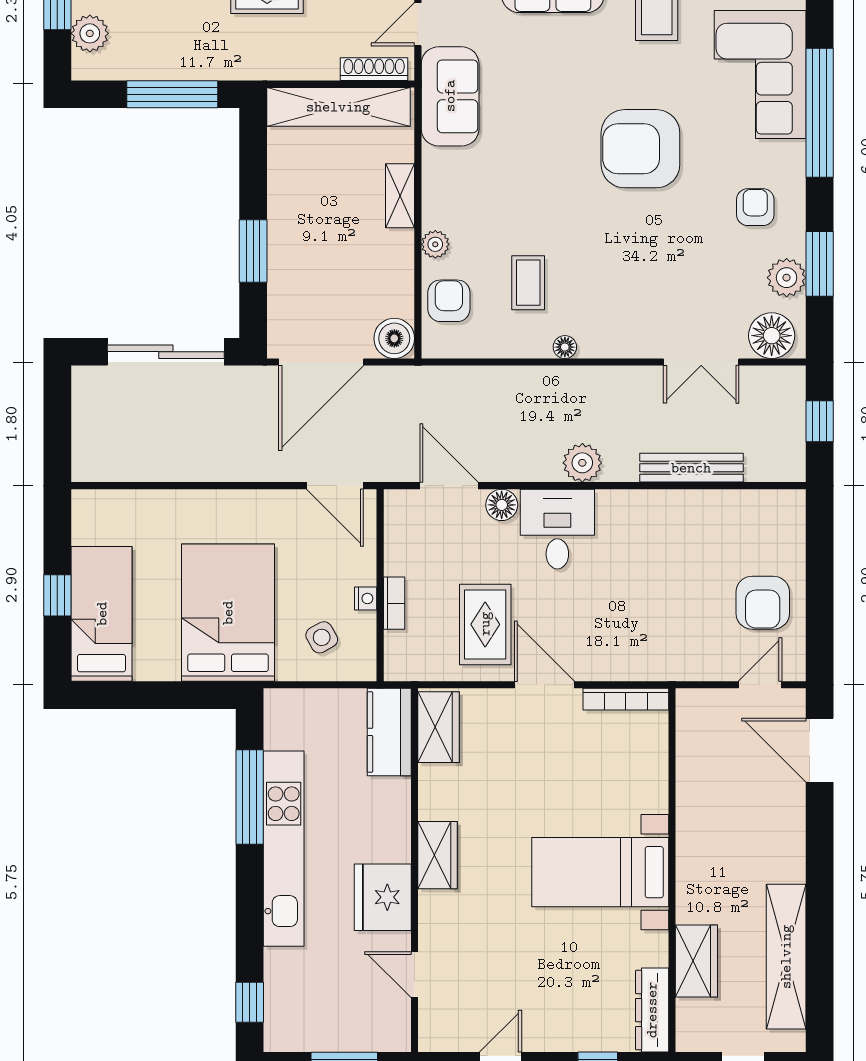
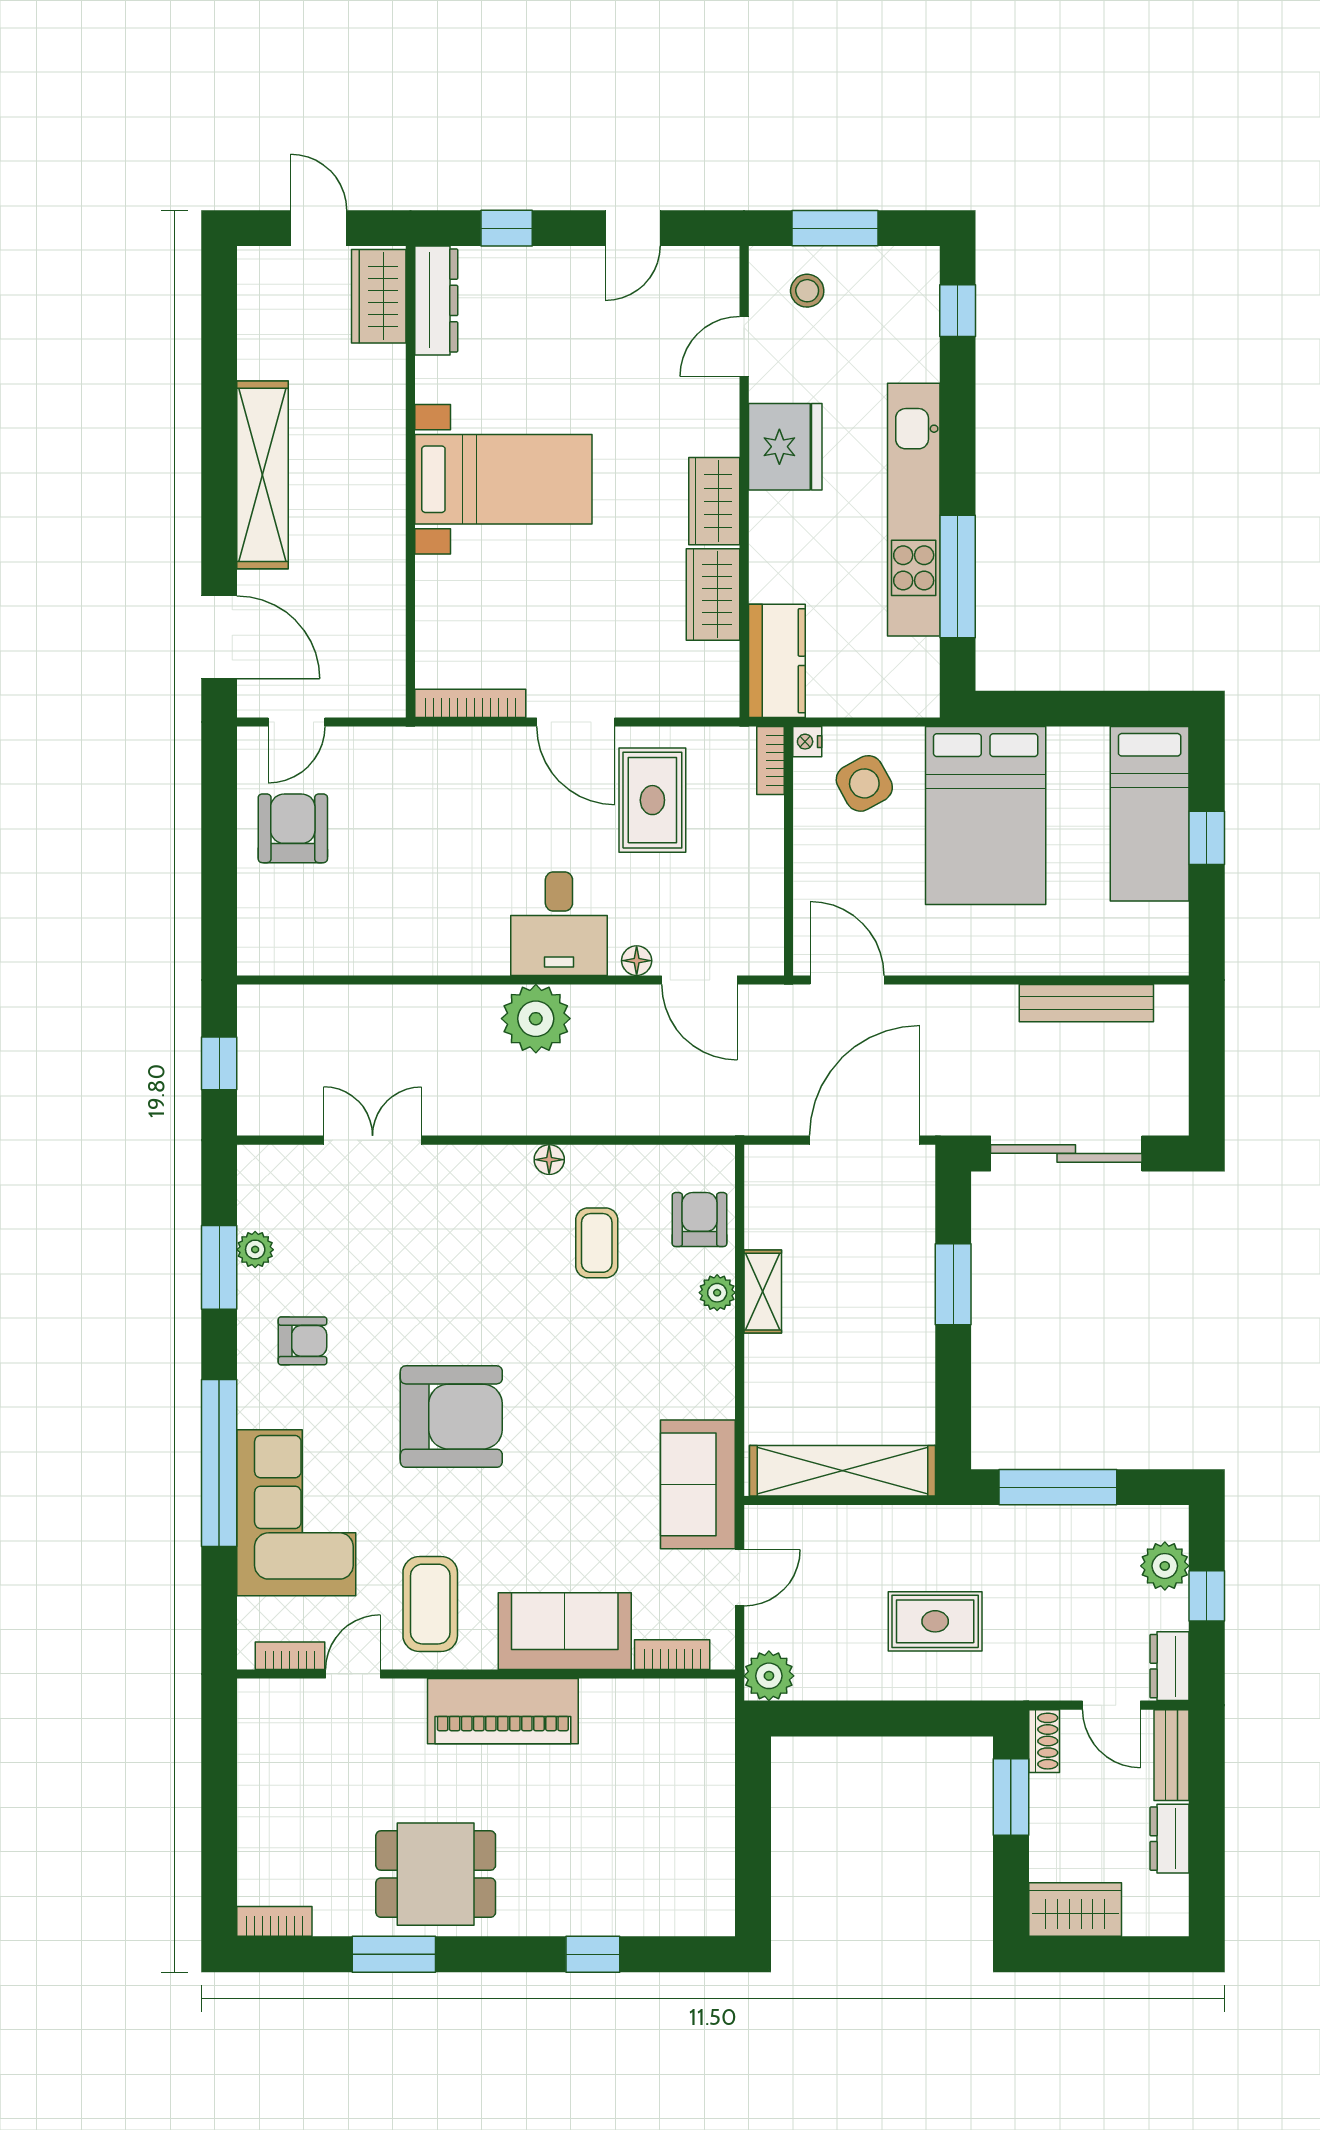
shoe rack: (374, 69) -> (796, 1520), removed
shelving: (400, 196) -> (763, 1292), moved
armchair: (755, 207) -> (302, 1341), turned -90
plant: (787, 278) -> (255, 1250), width x0.73, depth x0.73
armchair: (449, 301) -> (700, 1220), turned 180
floor lamp: (772, 336) -> (281, 1174), removed
boiler: (394, 338) -> (770, 1171), removed
plant: (582, 463) -> (536, 1019), width x1.36, depth x1.36
bench: (691, 468) -> (1086, 1003), moved
floor lamp: (502, 505) -> (637, 961), width x0.73, depth x0.73
nightstand: (366, 598) -> (807, 742), moved
bookcase: (394, 603) -> (770, 760), moved
side table: (322, 637) -> (864, 783), width x1.37, depth x1.37
wardrobe: (438, 727) -> (713, 595), moved
shelving: (786, 957) -> (263, 475), moved
wardrobe: (696, 961) -> (379, 296), moved
door: (414, 975) -> (744, 346), swing flipped
stool: (366, 1018) -> (807, 291), added

